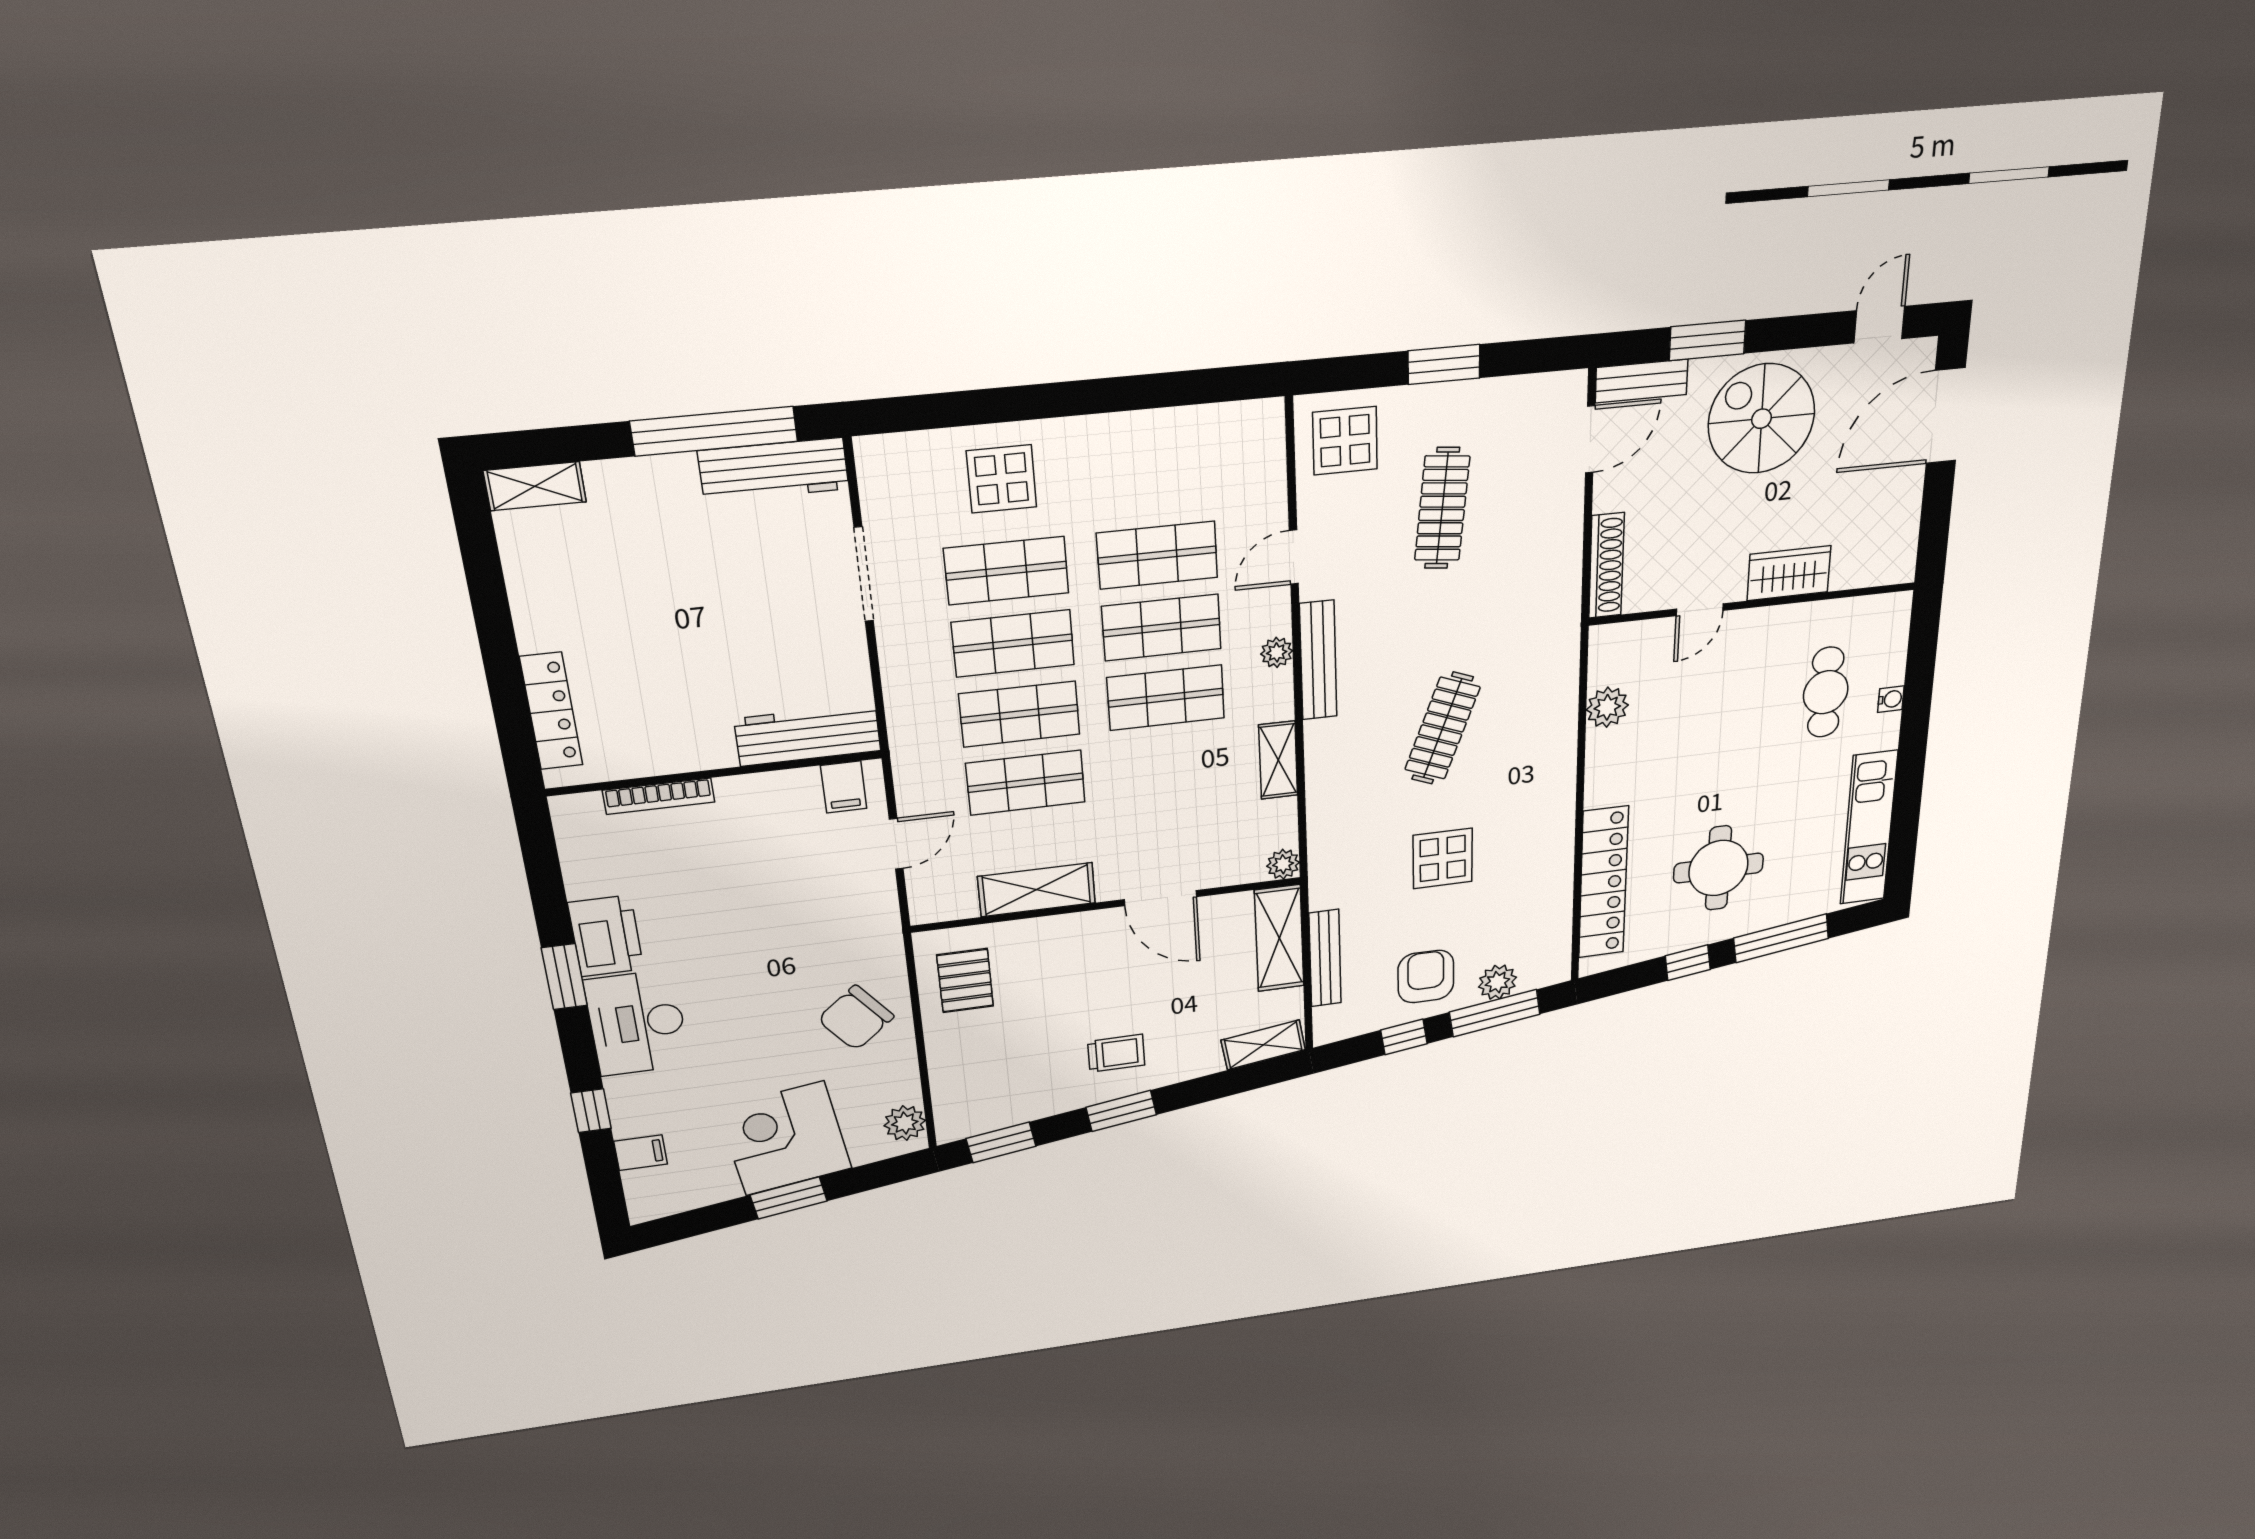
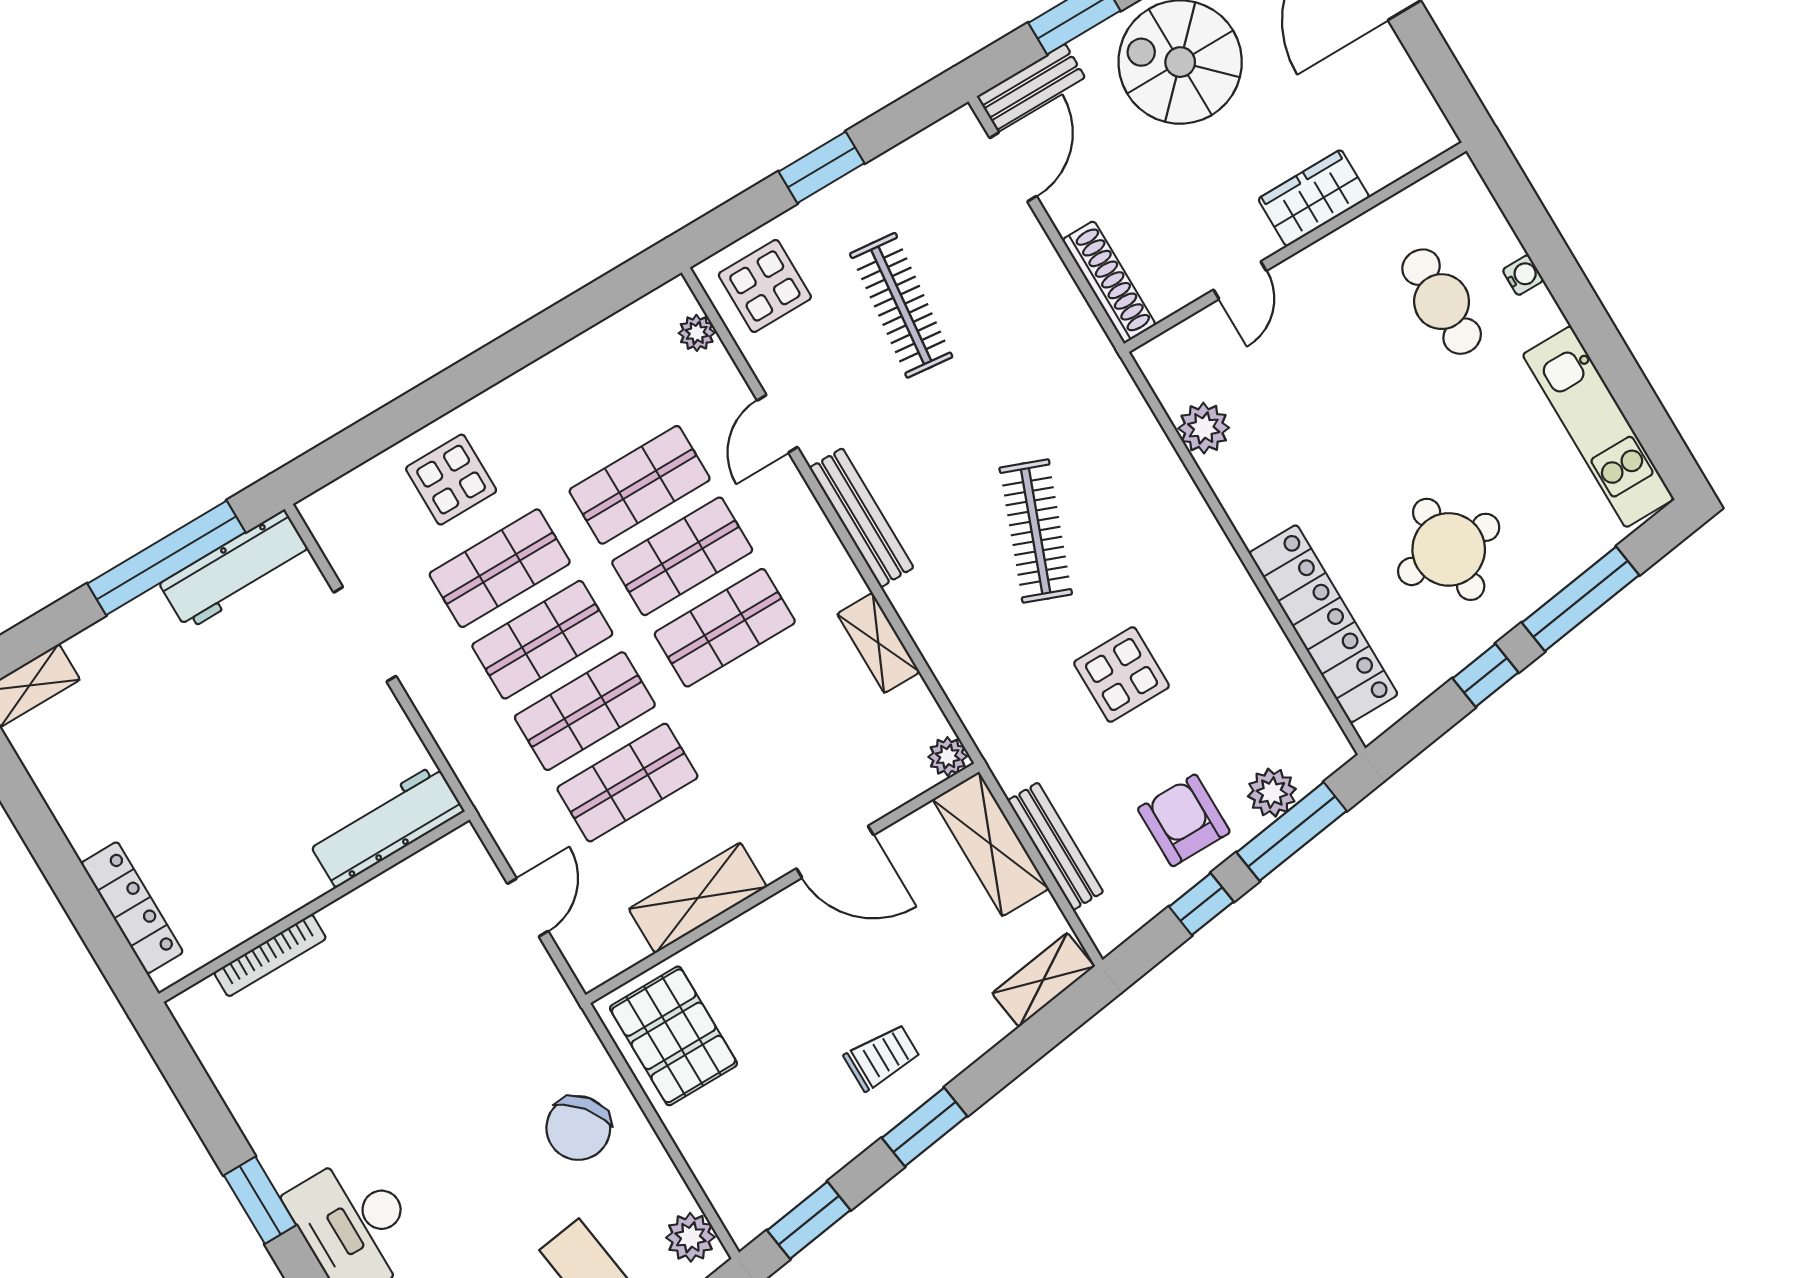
plant: (1277, 652) -> (697, 333), moved
filing cabinet: (844, 787) -> (446, 867), removed
printer: (606, 936) -> (282, 1135), removed
pallet: (965, 981) -> (674, 1036), width x1.50, depth x1.42

